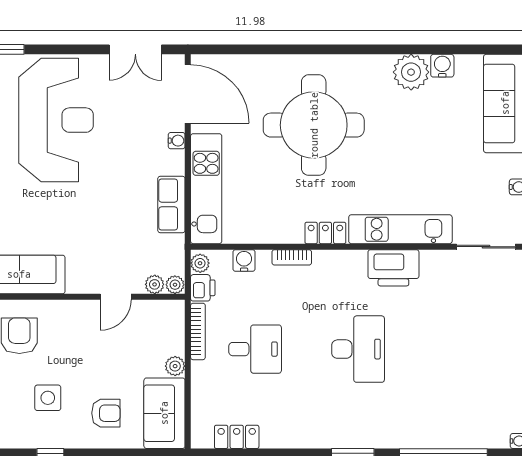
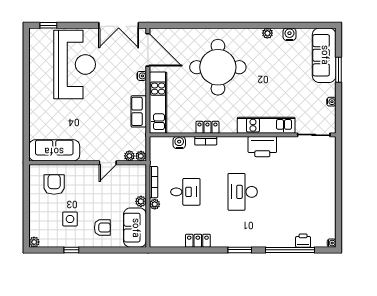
double door: (135, 49) -> (119, 25), width x1.37
plant: (411, 72) -> (267, 33), width x0.53, depth x0.53
locker: (325, 233) -> (207, 127), moved
plant: (200, 263) -> (155, 204), moved
printer: (203, 288) -> (303, 241), moved, turned -90
desk: (358, 349) -> (243, 192), turned 180
locker: (237, 437) -> (198, 241), moved

